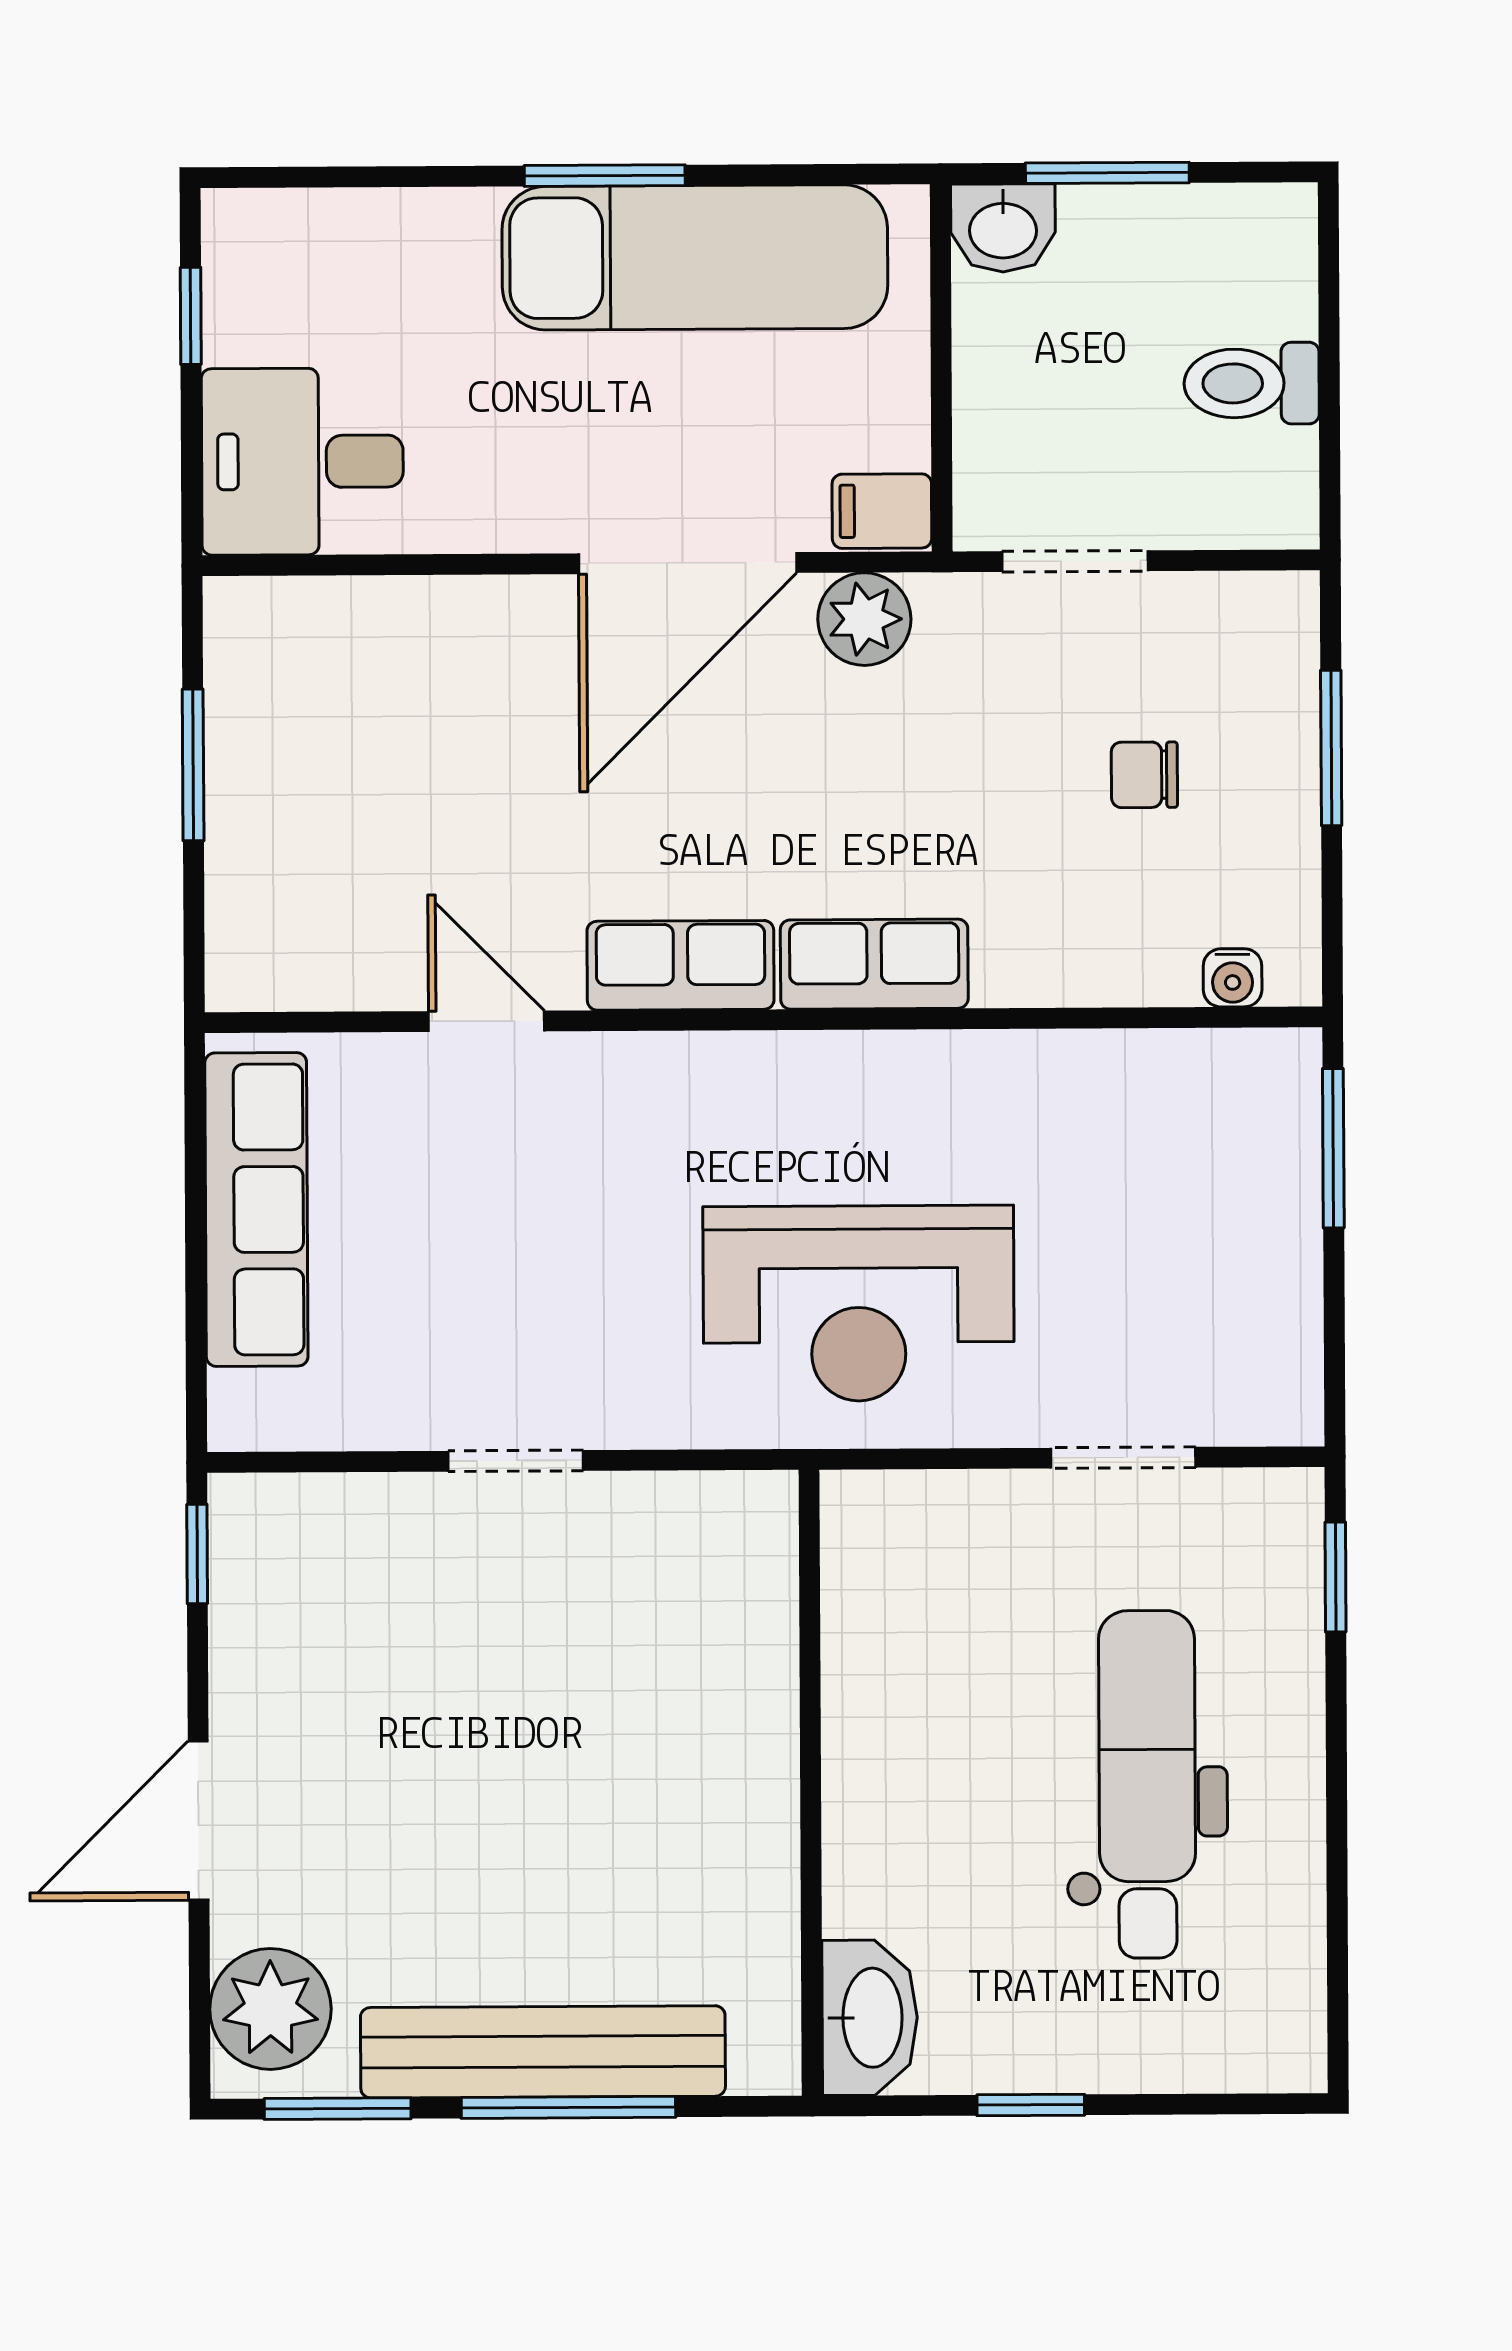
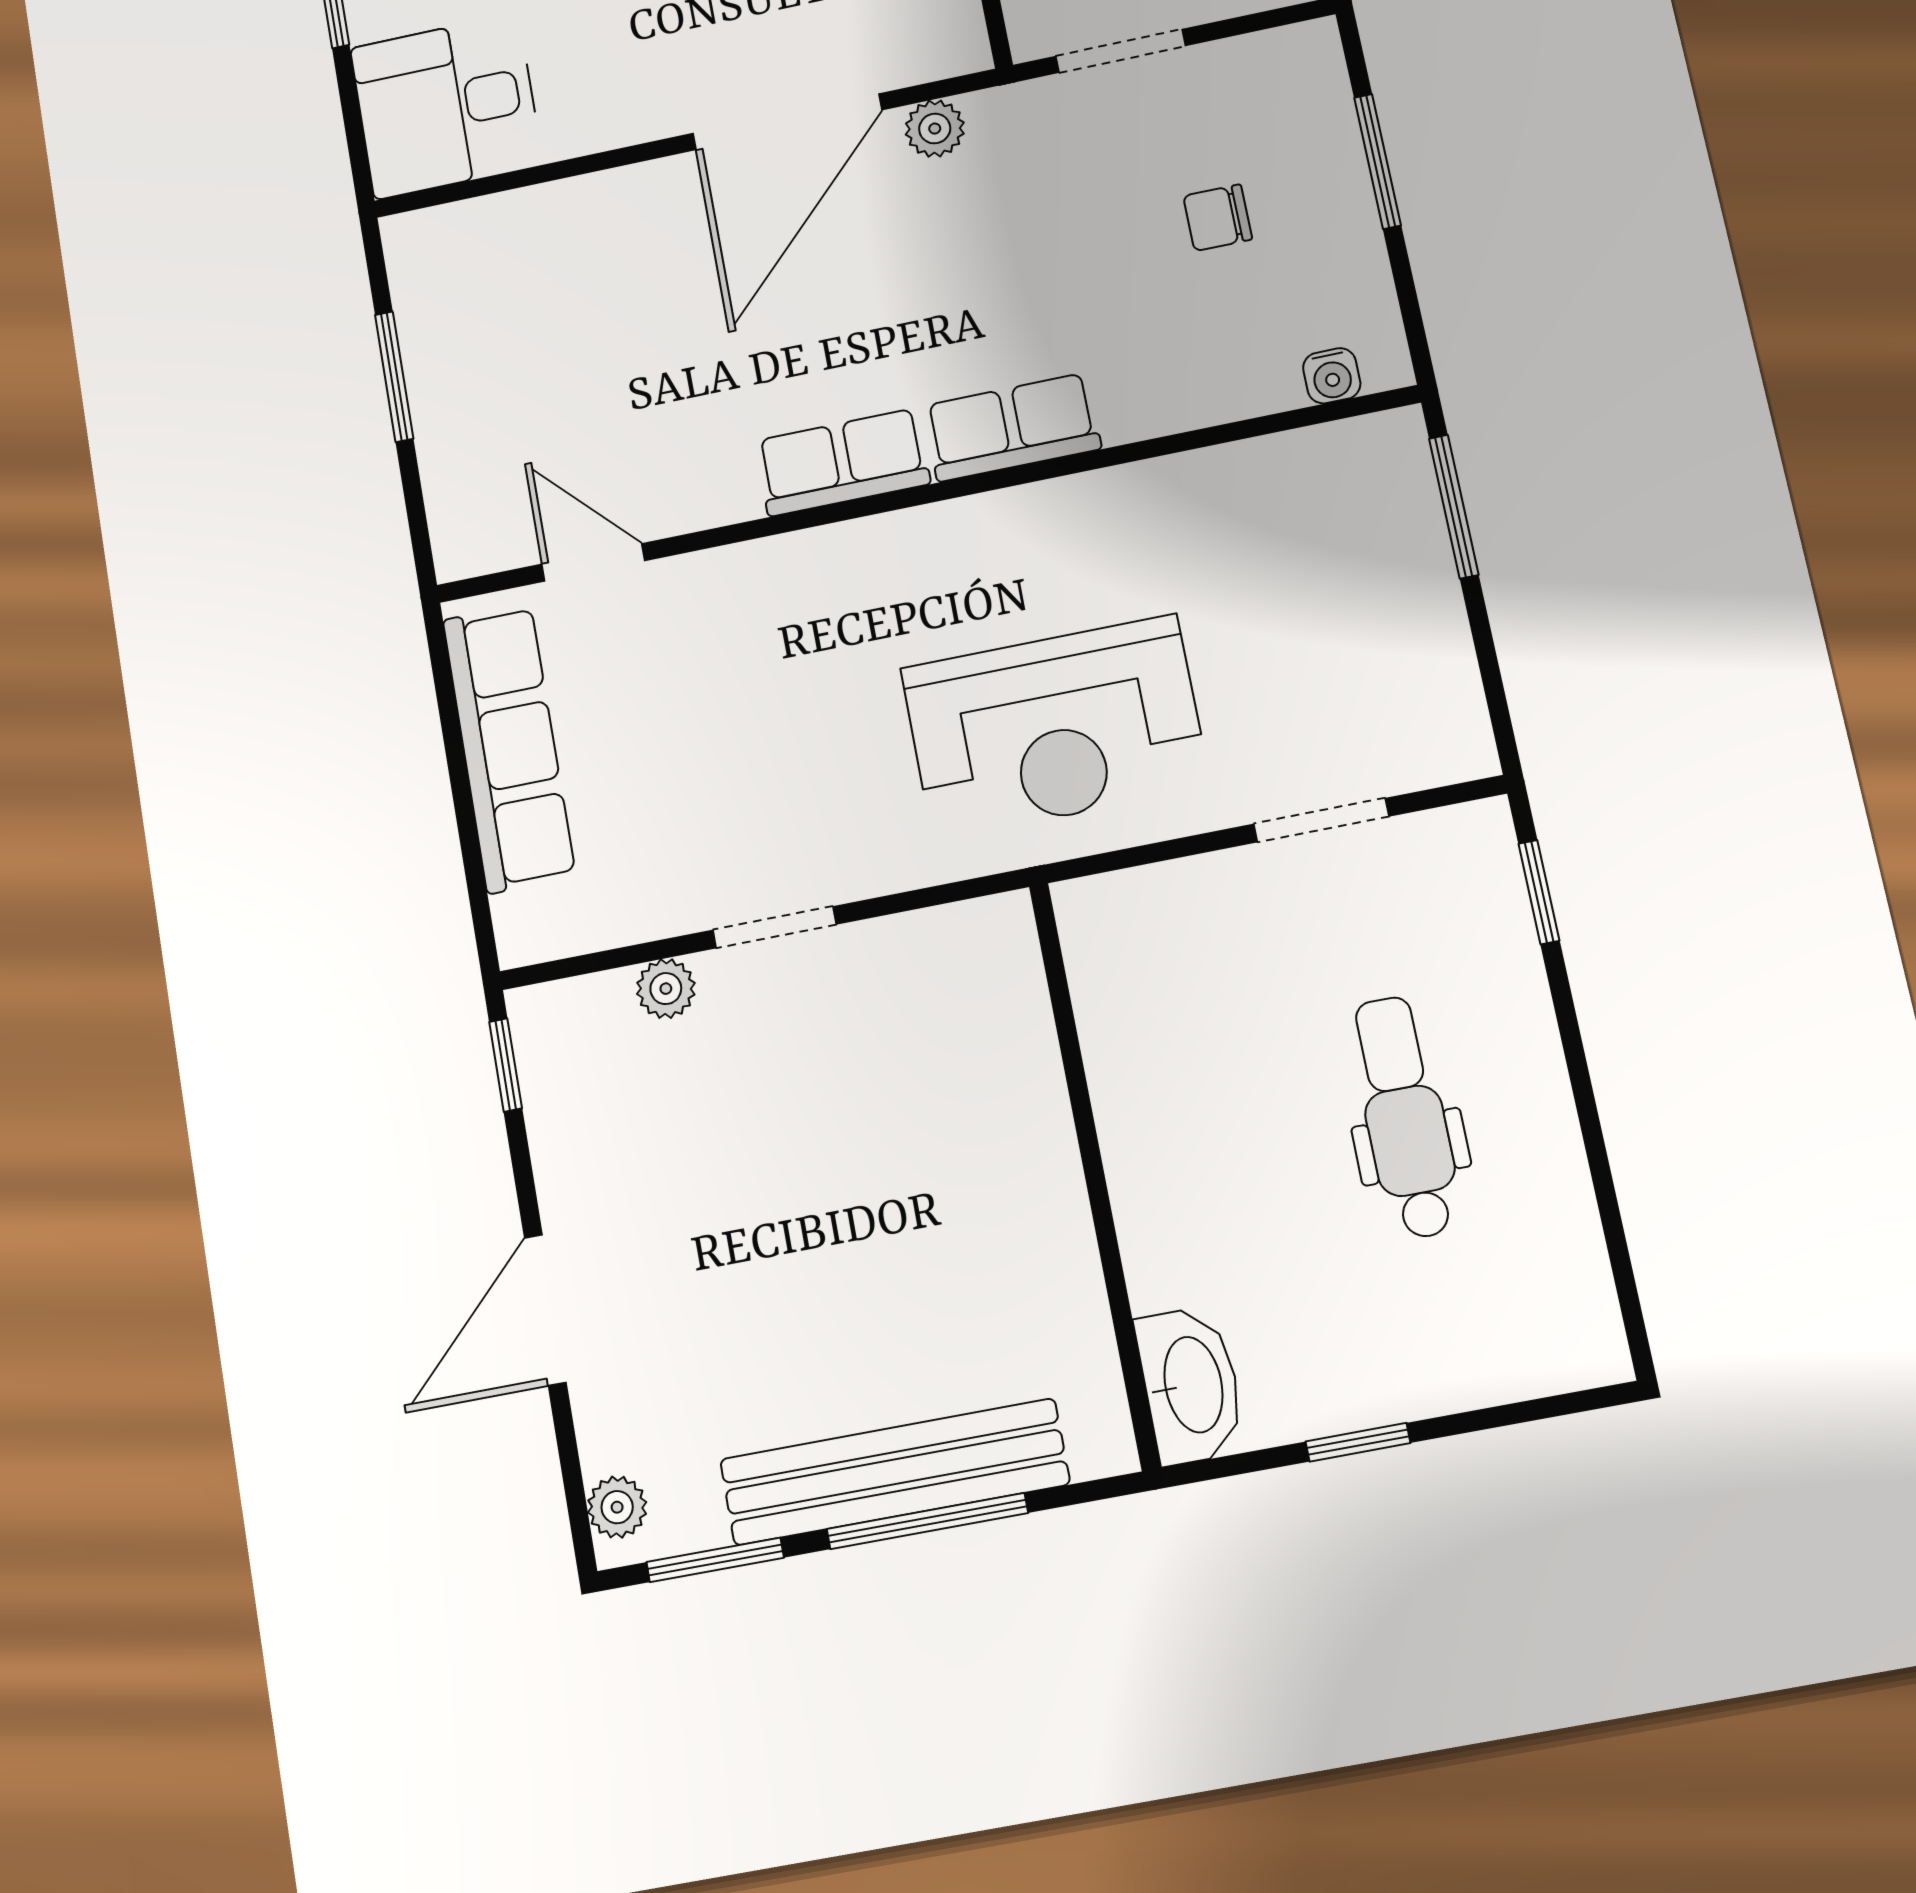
filing cabinet: (882, 511) -> (946, 44), removed
plant: (864, 619) -> (935, 129), width x0.73, depth x0.73
door: (486, 1021) -> (593, 562), moved
plant: (386, 1505) -> (666, 989), added
dental chair: (1147, 1784) -> (1405, 1117), width x0.73, depth x0.72
plant: (270, 2009) -> (617, 1507), width x0.53, depth x0.53

